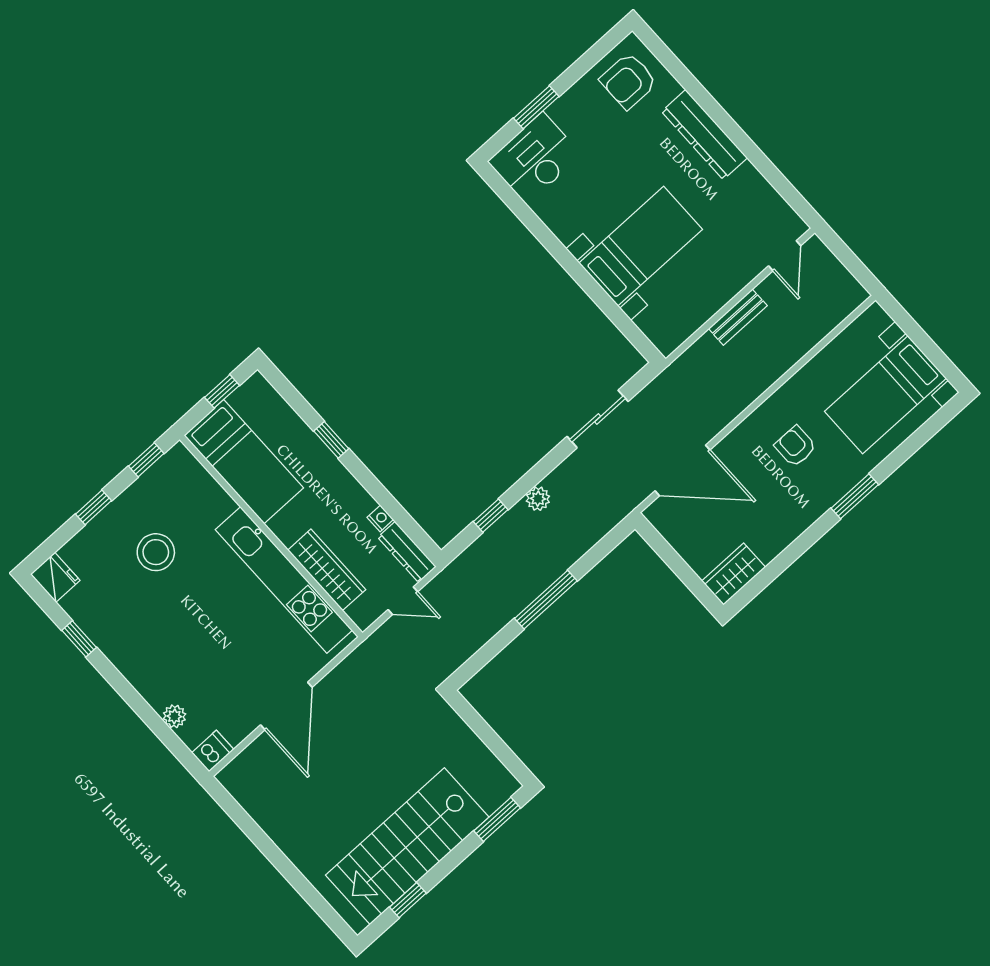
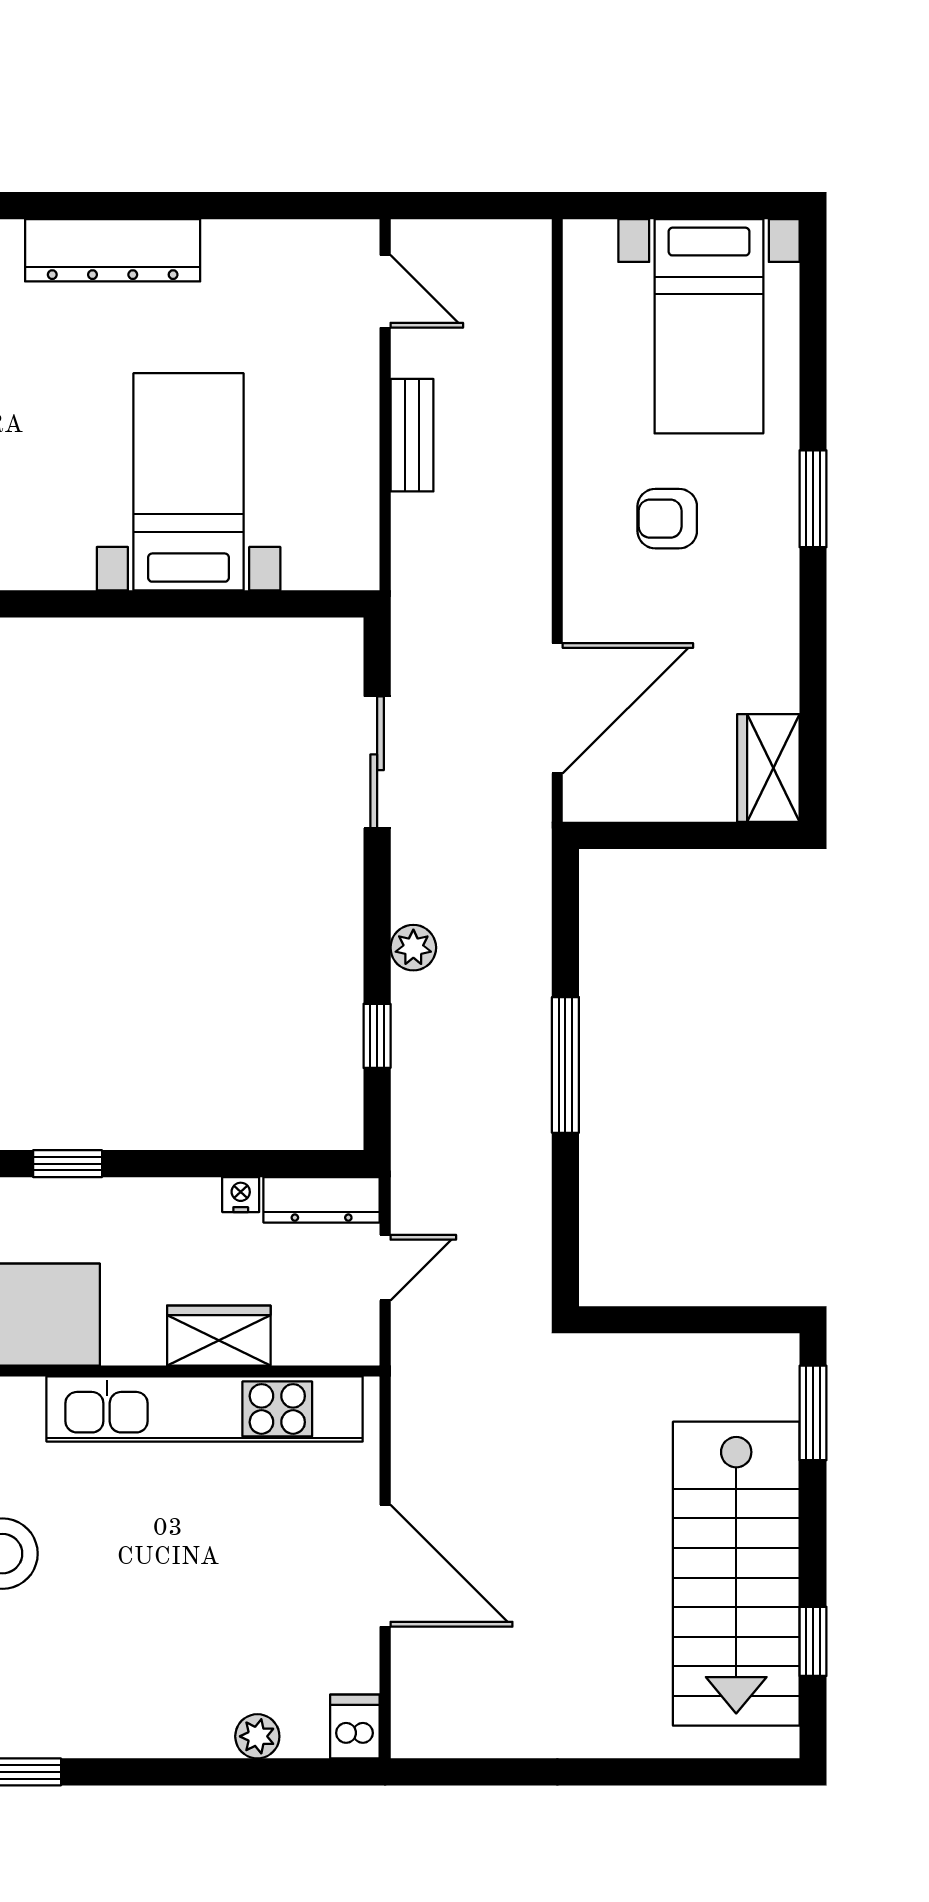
wardrobe: (327, 570) -> (219, 1336), width x0.67

